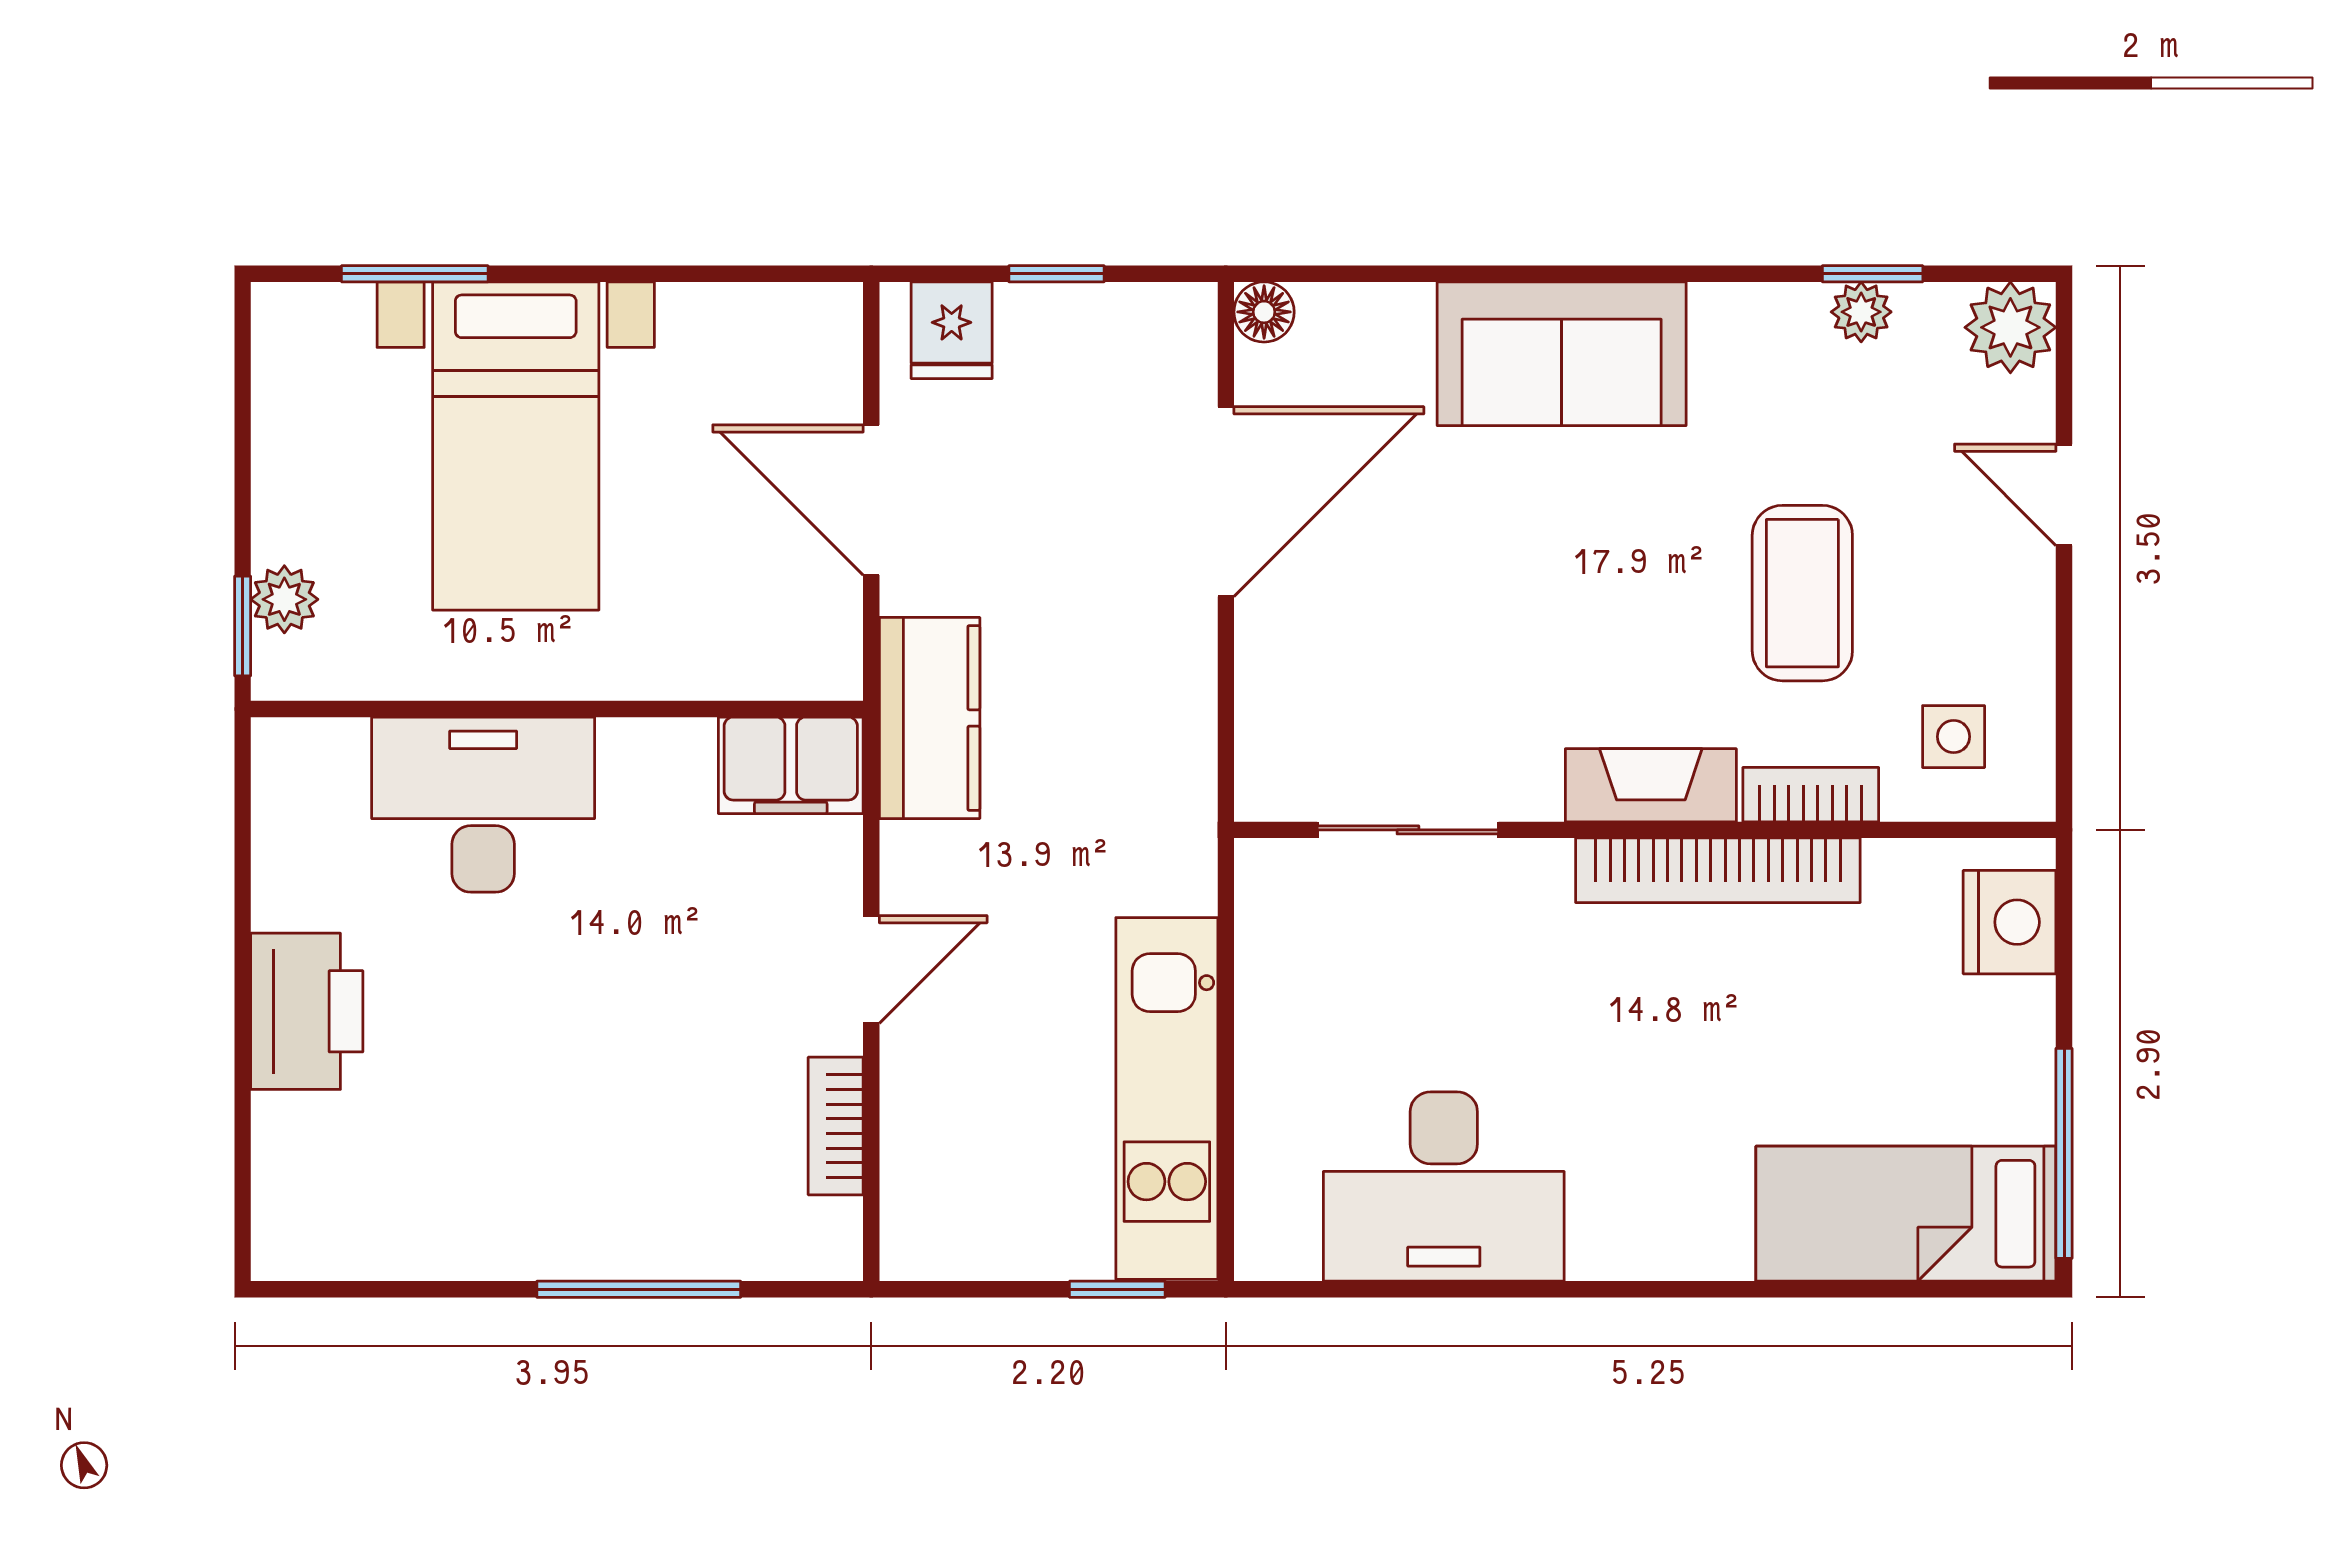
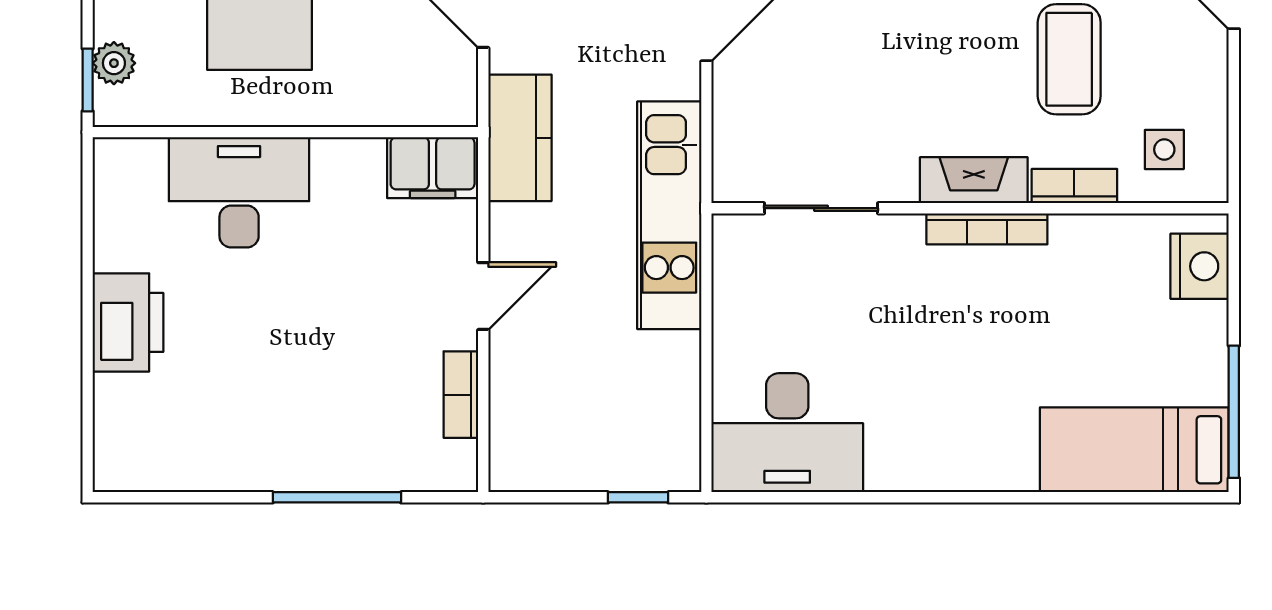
bookcase: (1718, 870) -> (987, 229), width x0.68, depth x0.76
kitchen unit: (1167, 1098) -> (669, 215), moved
desk: (1444, 1187) -> (787, 433), moved

